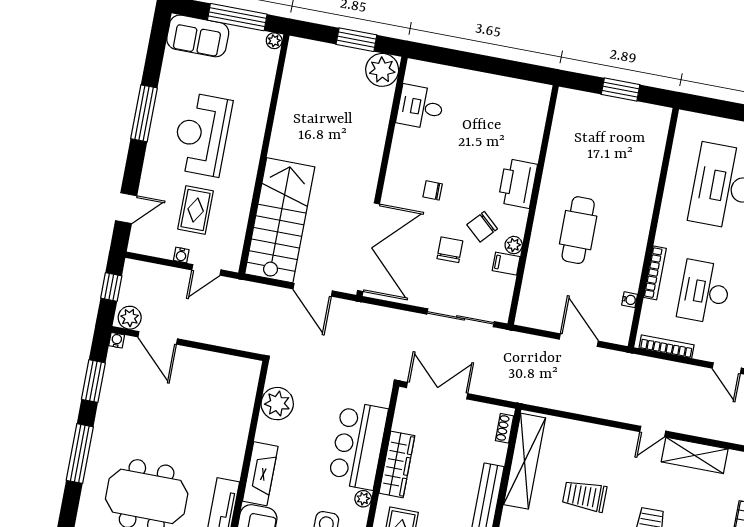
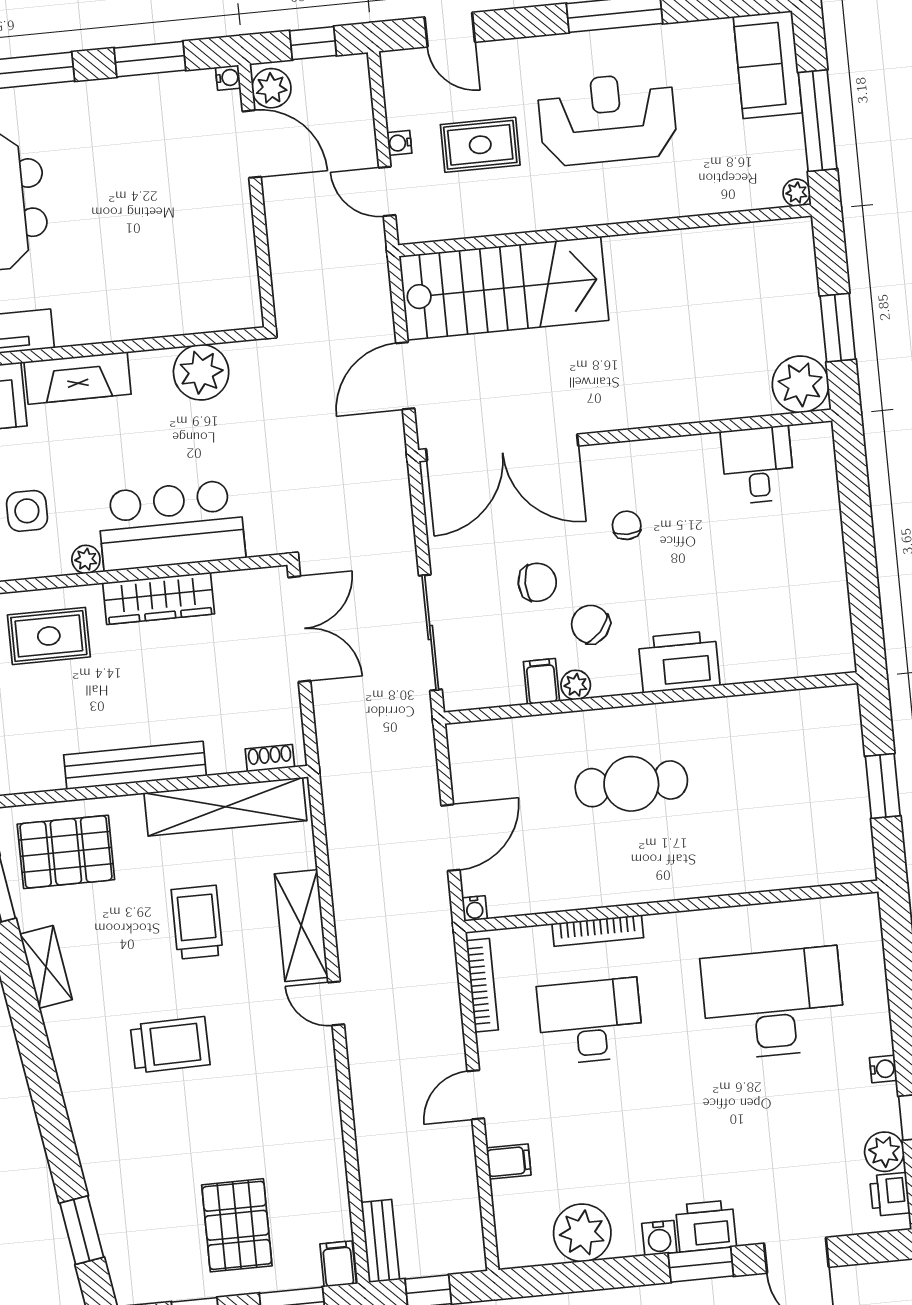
water cooler: (630, 300) -> (475, 908), moved
door: (158, 338) -> (252, 144), swing flipped
shelving: (695, 455) -> (301, 926), moved

